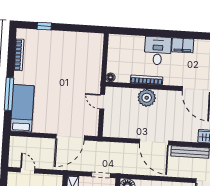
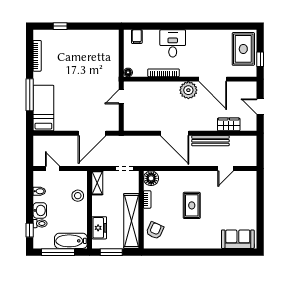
filing cabinet: (183, 45) -> (137, 37), moved, width x0.50
plant: (147, 98) -> (188, 90), moved
door: (102, 102) -> (121, 97), hinge flipped

